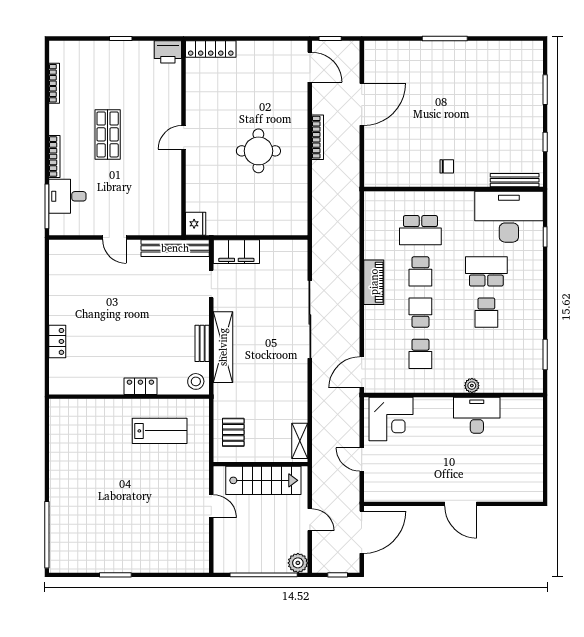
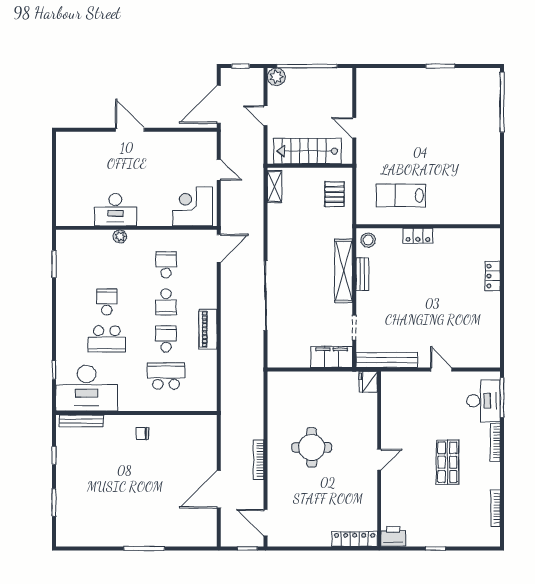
desk: (67, 196) -> (484, 401), width x1.37

